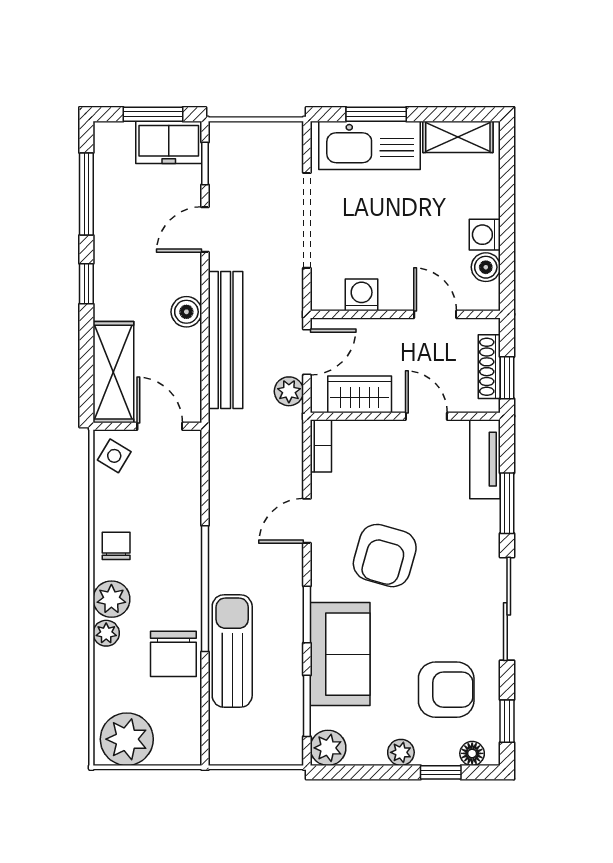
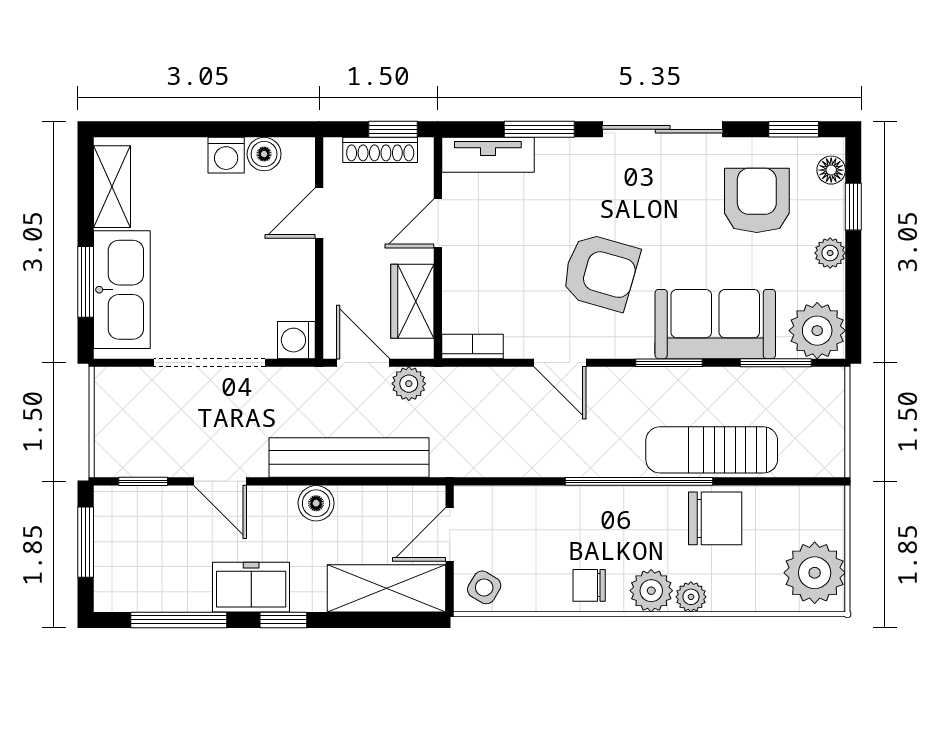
freezer: (169, 142) -> (251, 587), moved, turned -90
washing machine: (362, 295) -> (296, 340), moved
plant: (328, 748) -> (817, 331), width x1.36, depth x1.36

